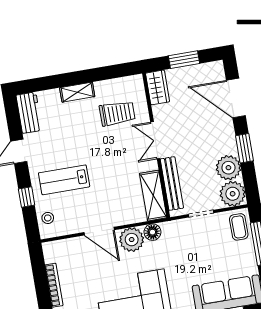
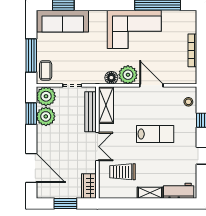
workbench: (29, 113) -> (179, 191), moved, turned 90
window: (244, 148) -> (31, 114), moved
lab bench: (64, 180) -> (155, 134), moved

